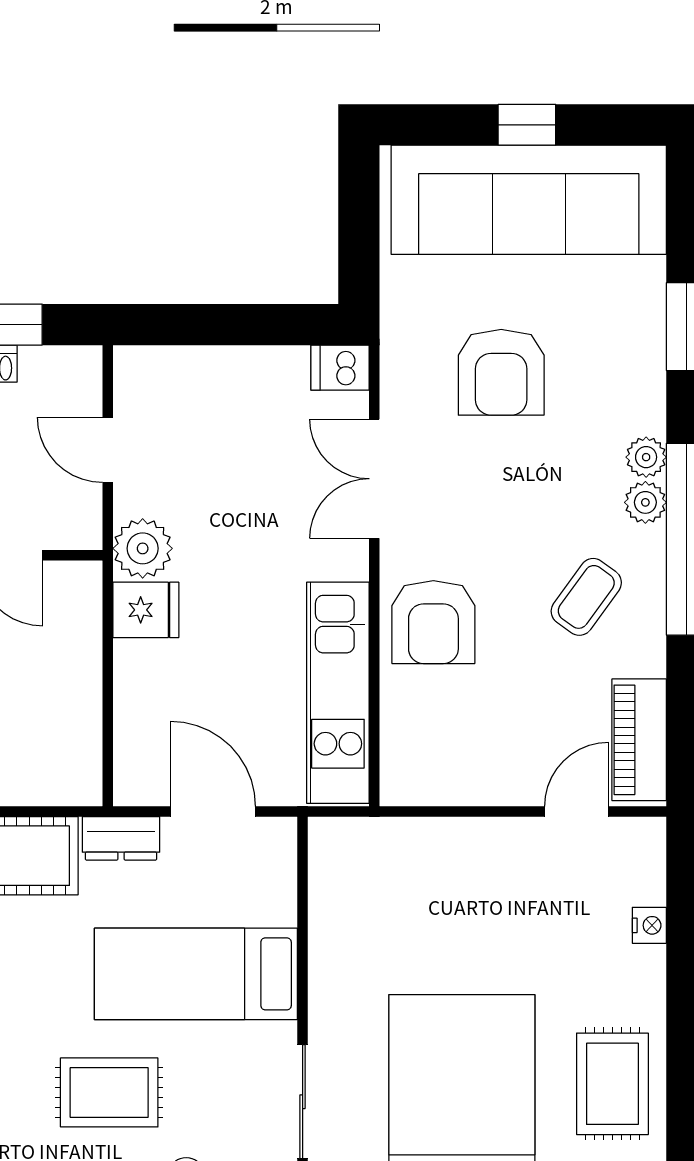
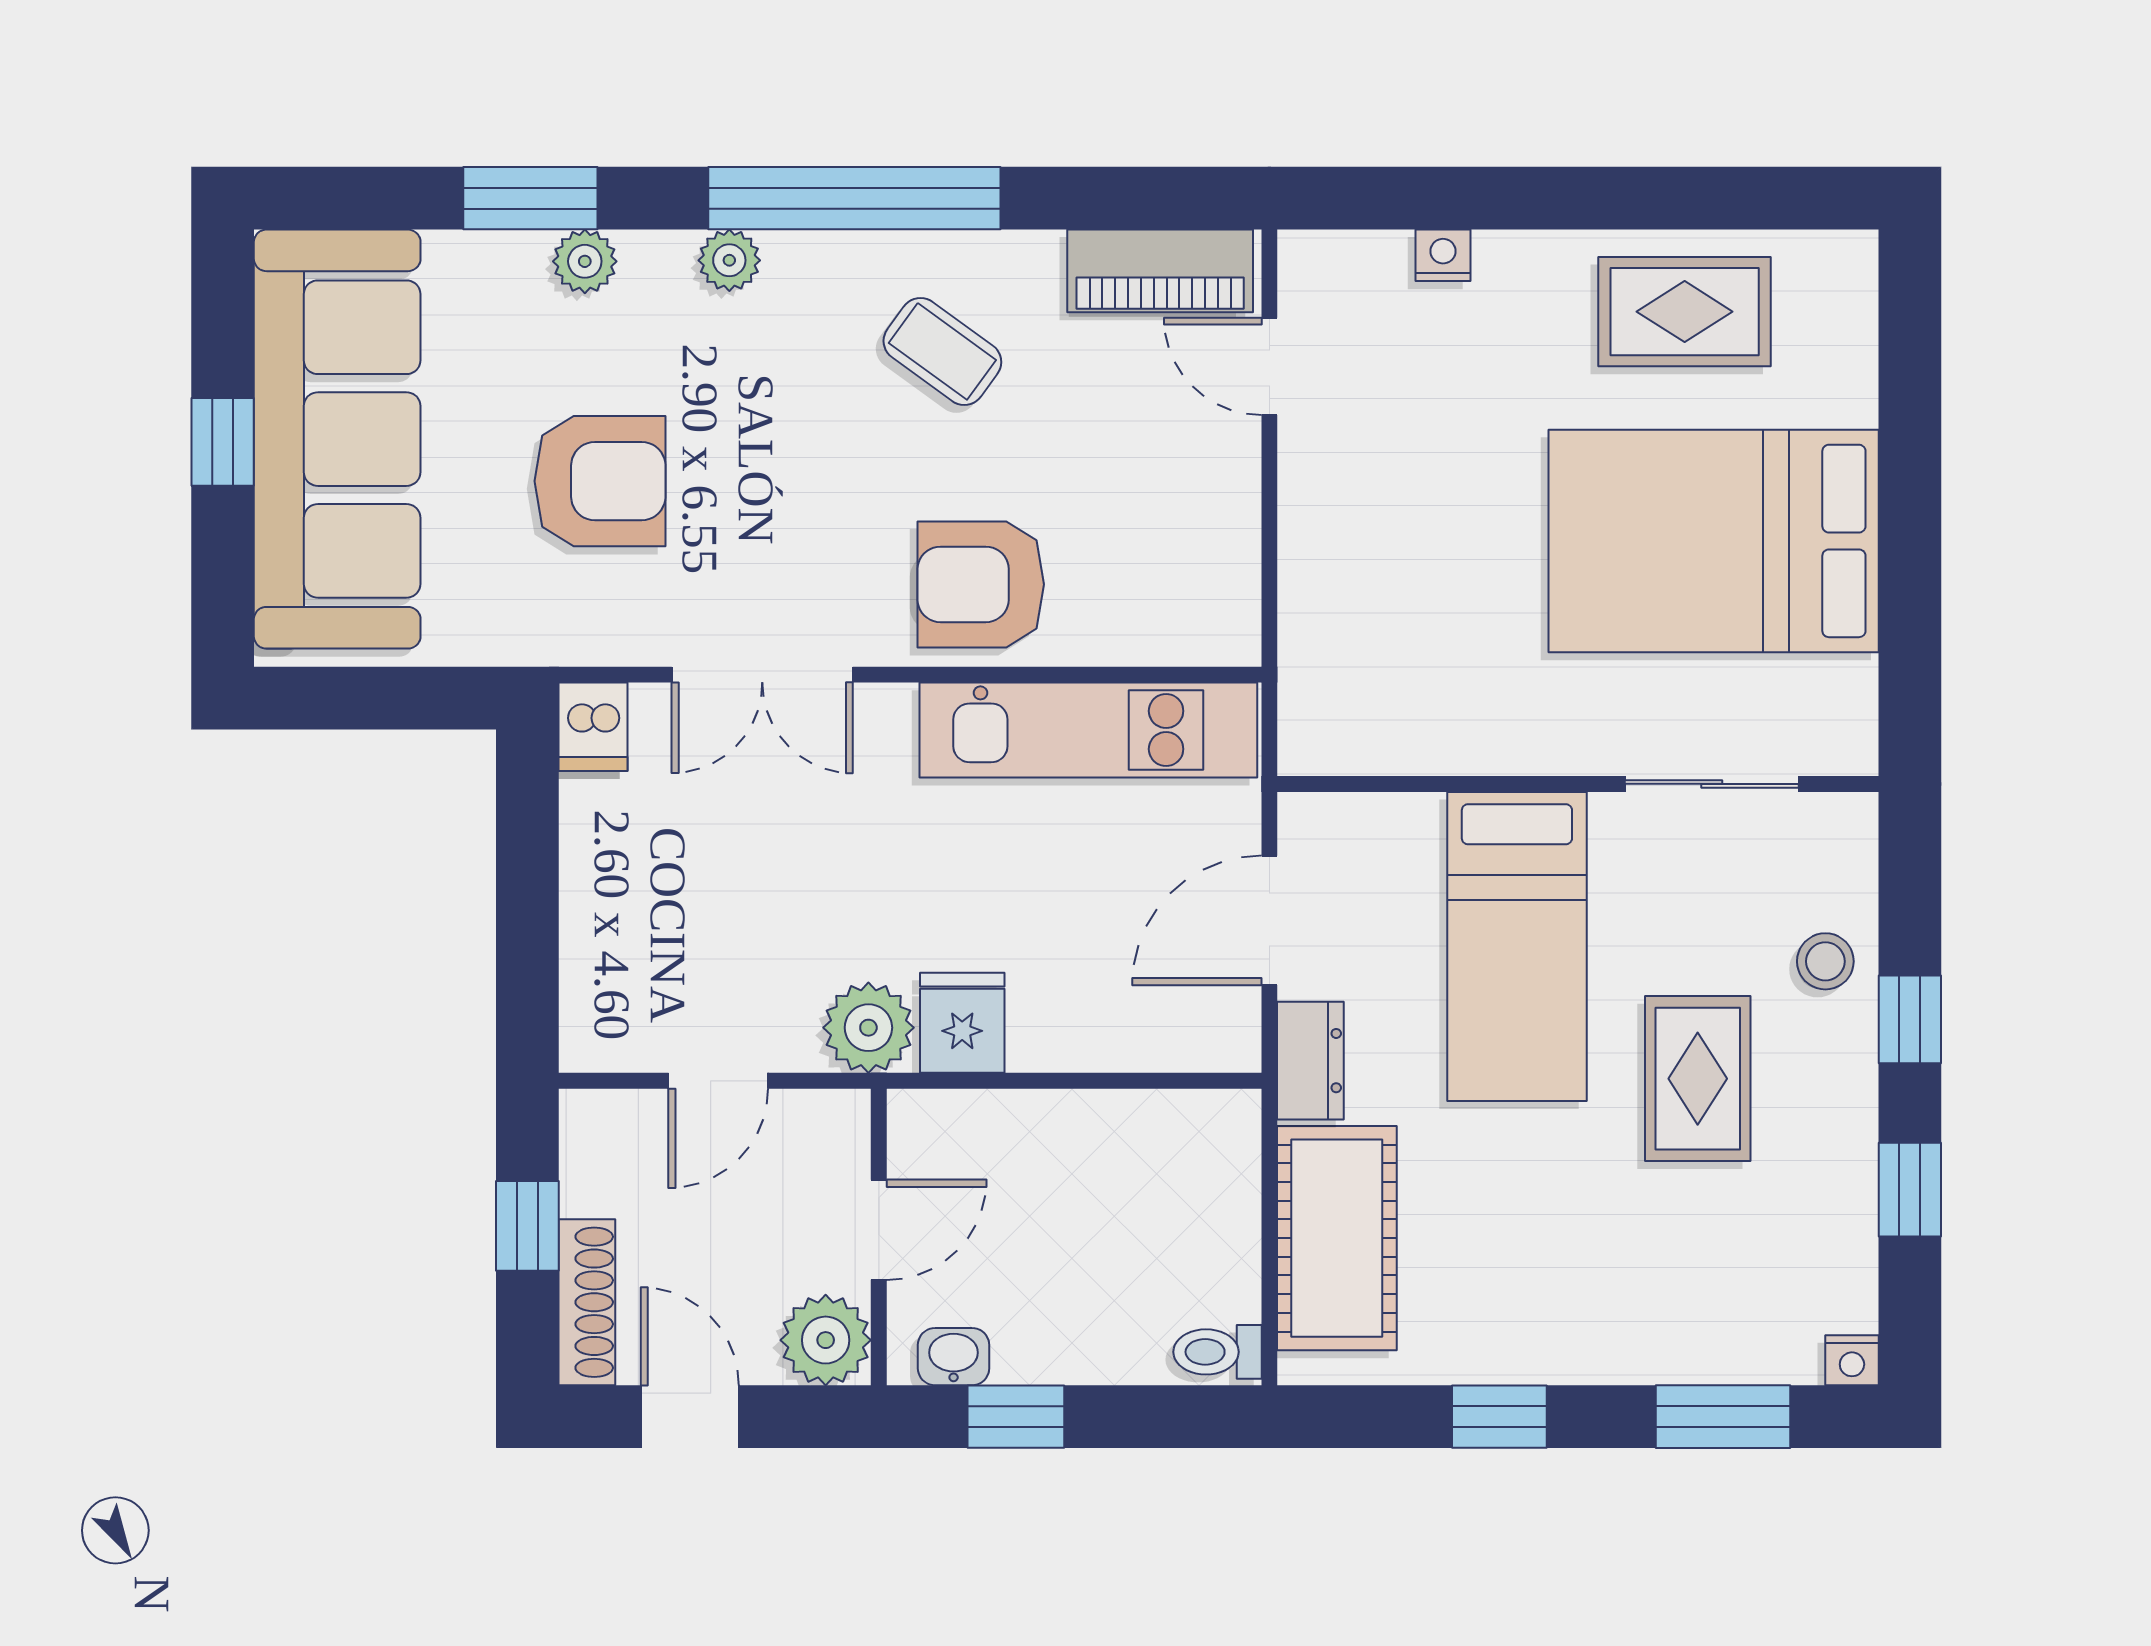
plant: (645, 502) -> (585, 261), moved
armchair: (433, 622) -> (981, 584), turned 180

